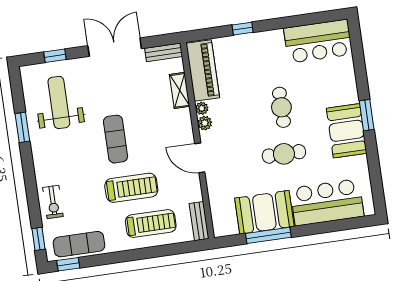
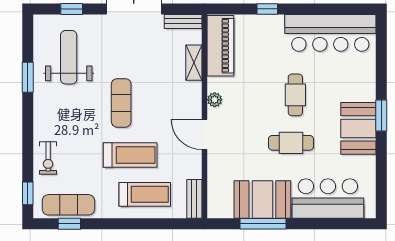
bar counter: (318, 41) -> (330, 33), width x1.36
plant: (202, 108) -> (214, 84), removed
window: (68, 264) -> (69, 224), moved

